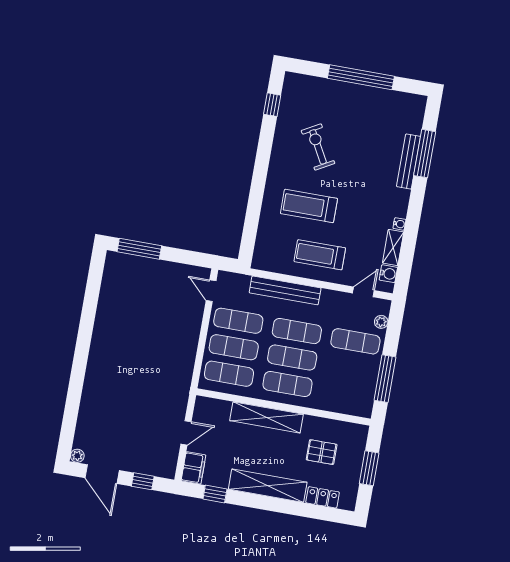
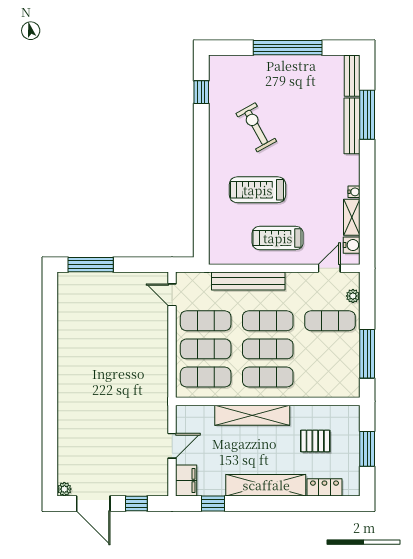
bench: (417, 114) -> (352, 76), added

